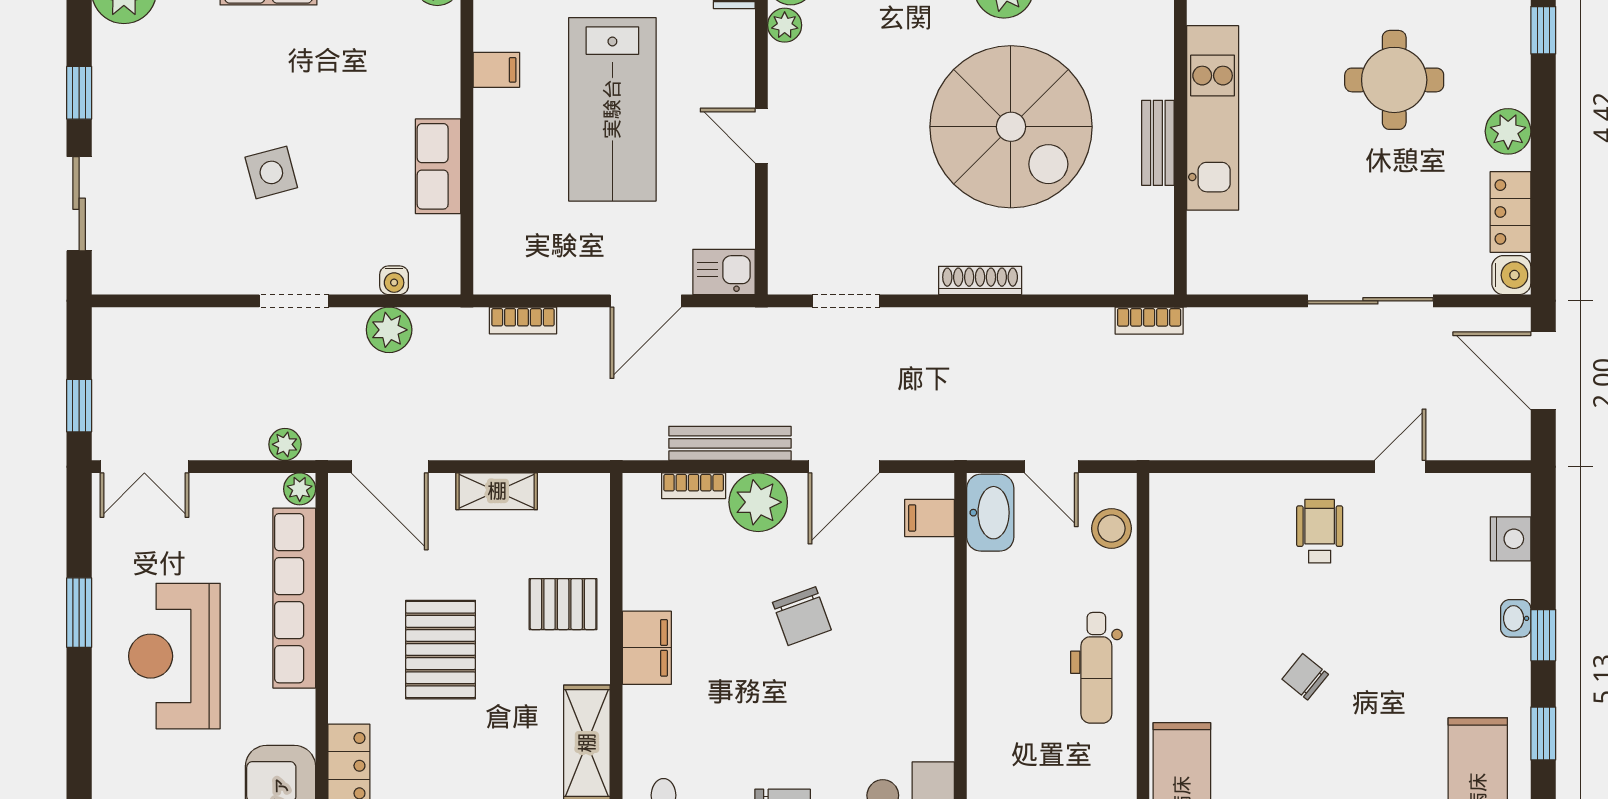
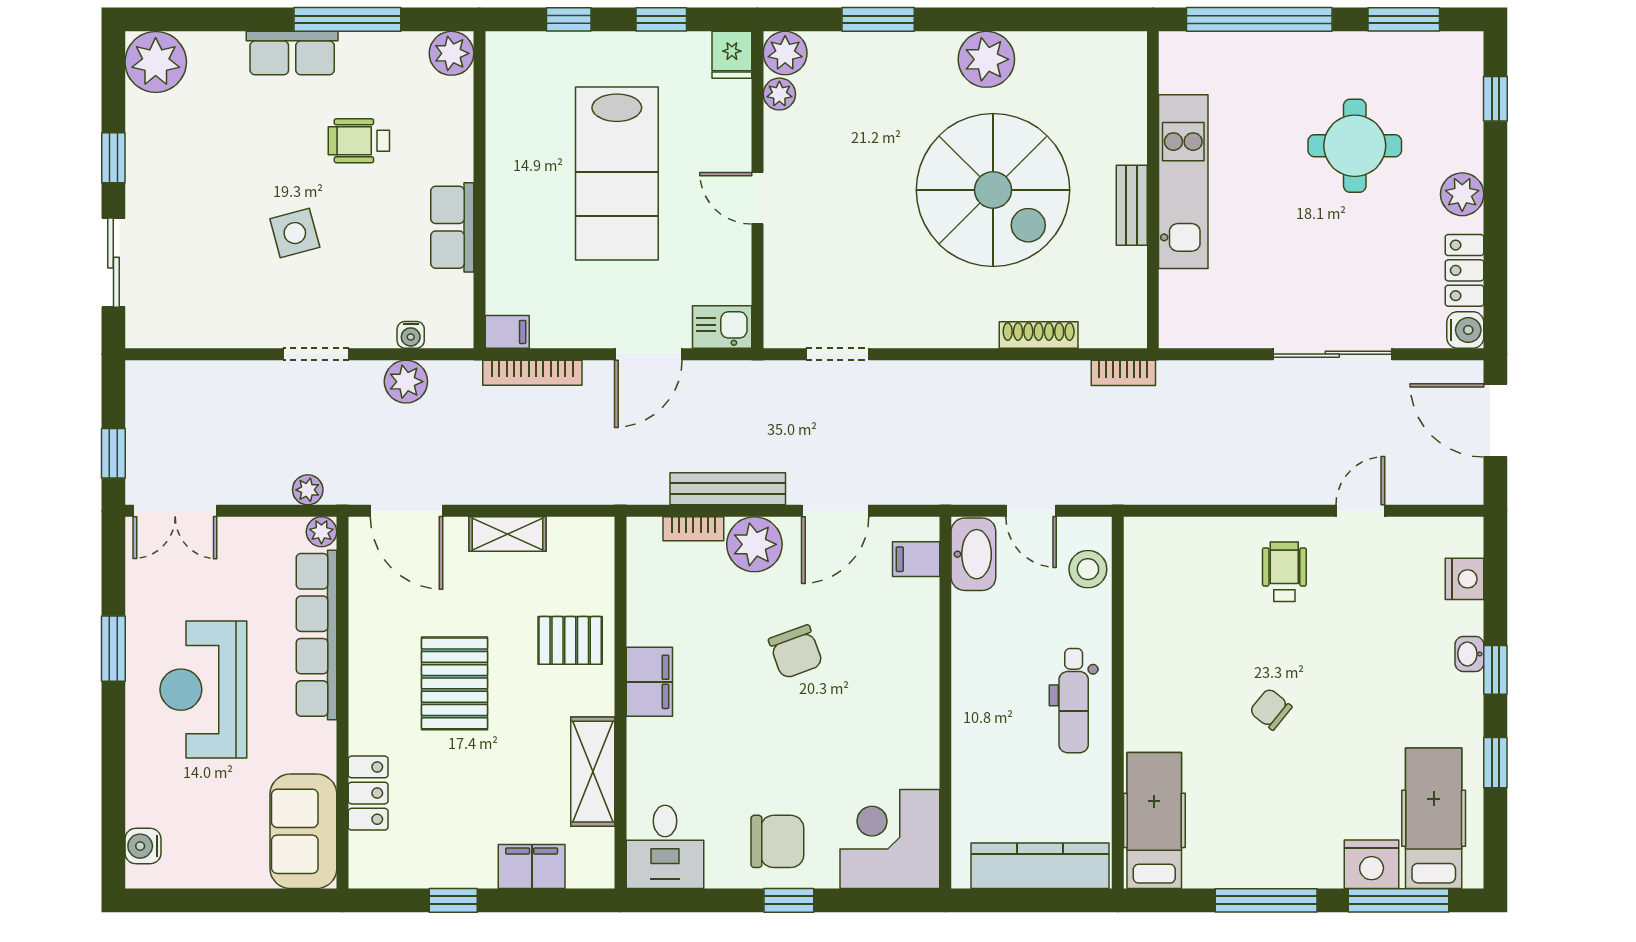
filing cabinet: (496, 70) -> (507, 332), moved
wheelchair: (339, 75) -> (359, 141), added
shoe rack: (980, 280) -> (1039, 335), moved
bookcase: (523, 320) -> (532, 373), width x1.56

